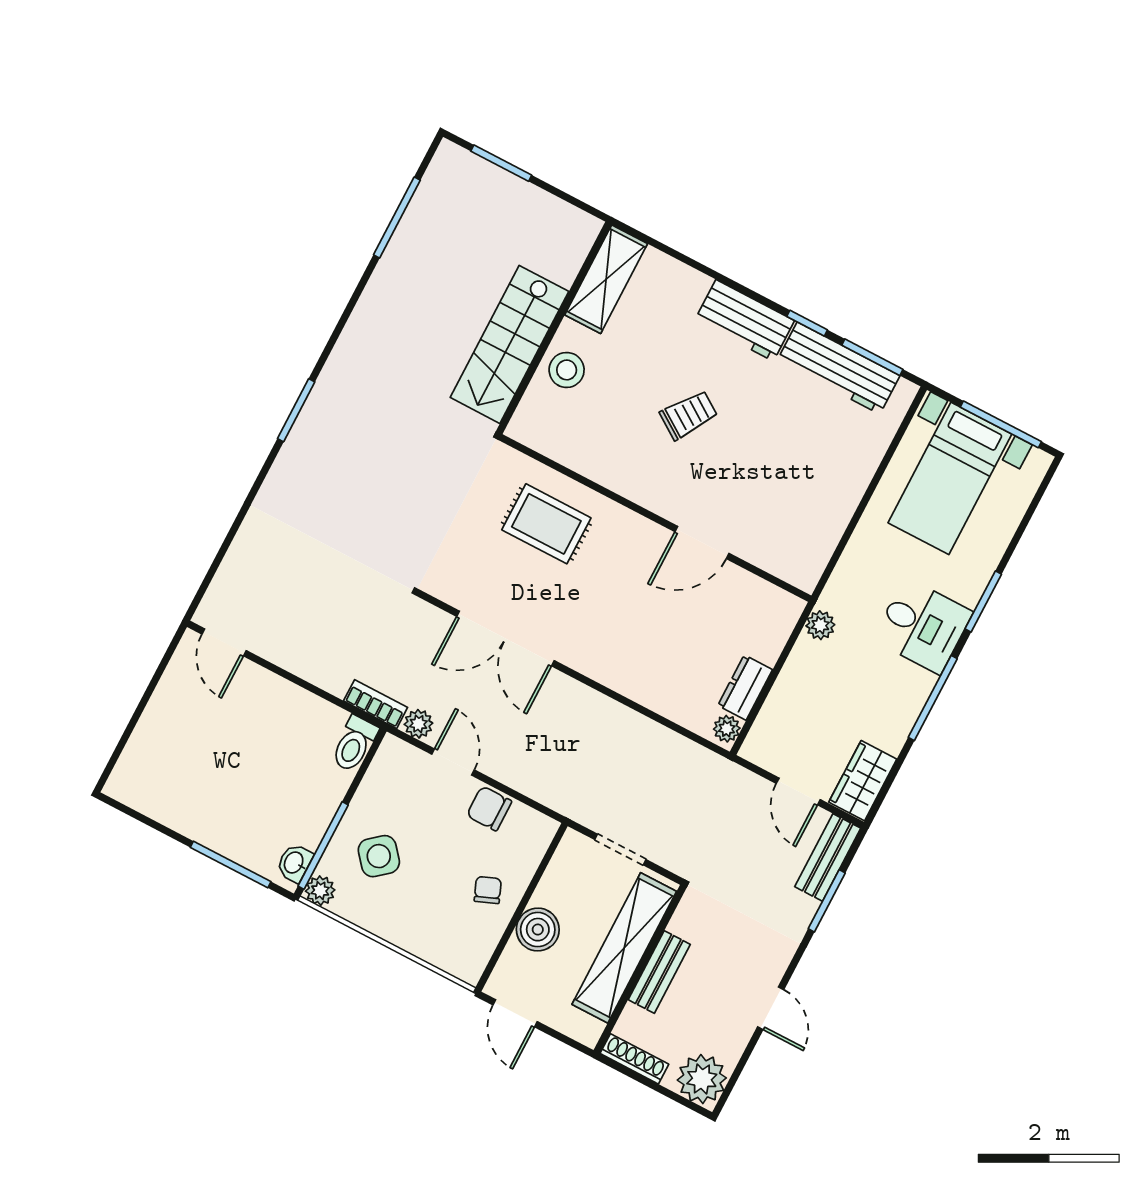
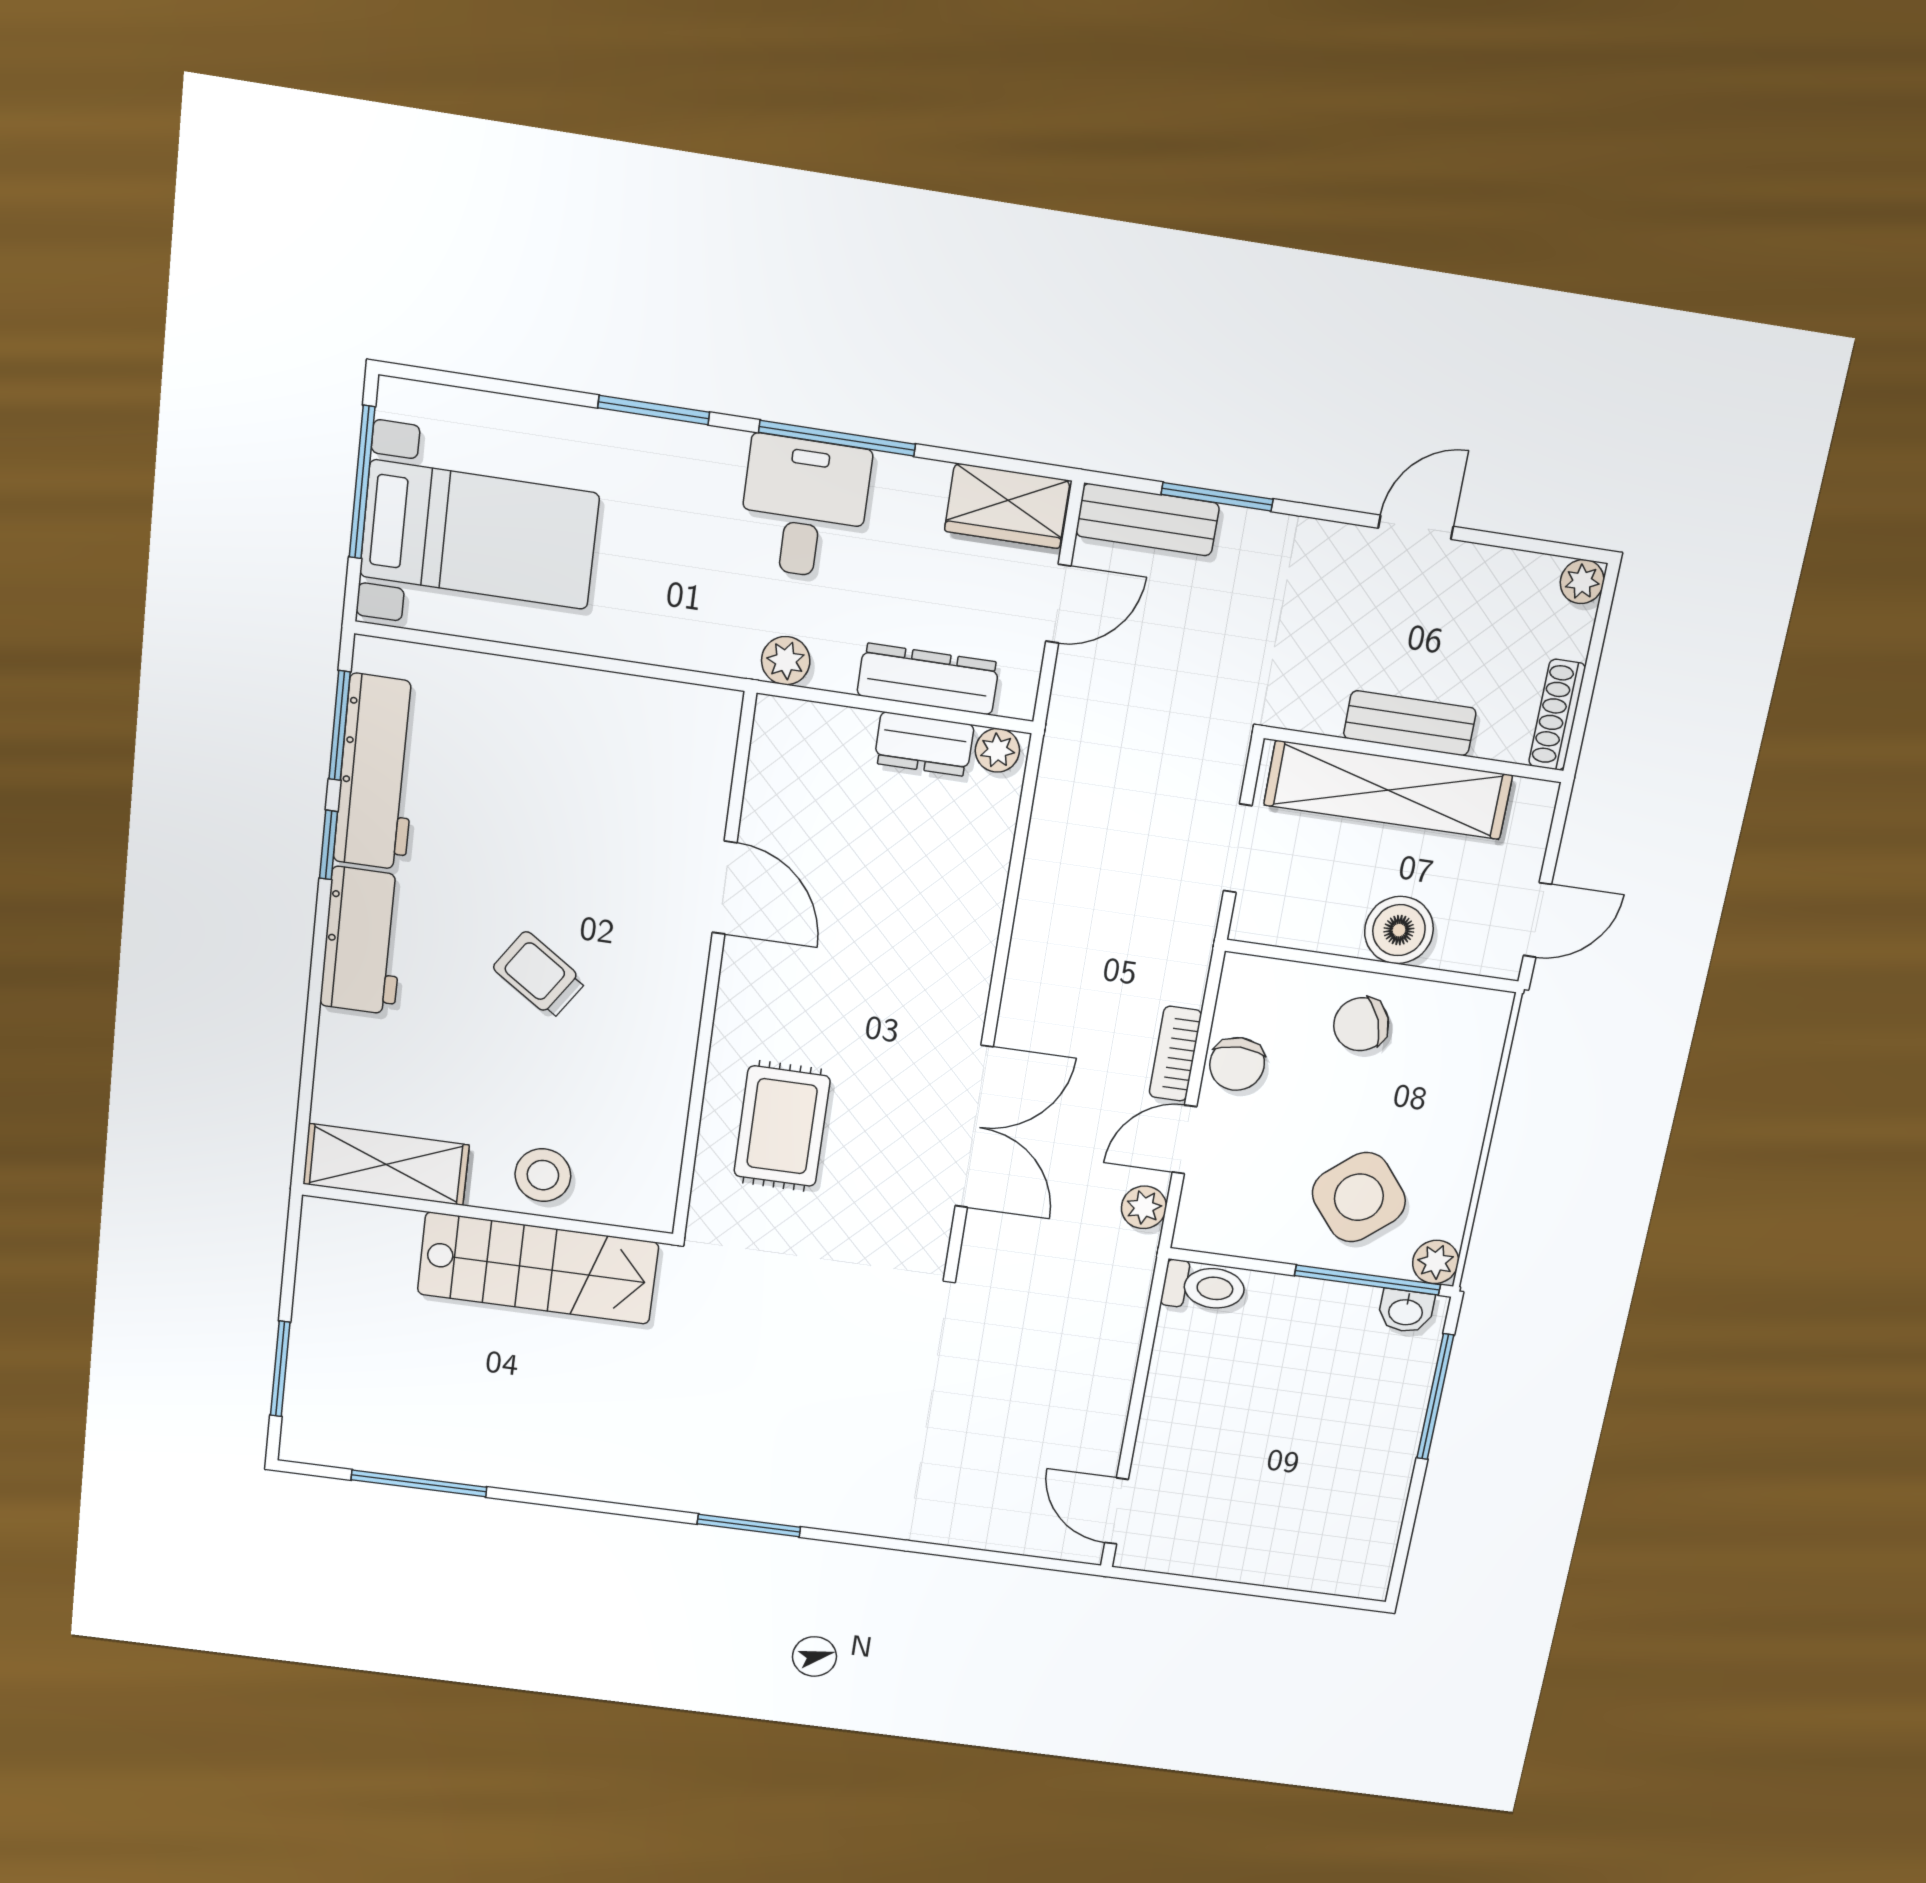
desk: (923, 626) -> (804, 508), moved
door: (224, 642) -> (1117, 1511), swing flipped
dresser: (782, 703) -> (928, 679), added
bookcase: (376, 704) -> (1175, 1054), moved
side table: (379, 856) -> (1359, 1197), width x1.37, depth x1.37
chair: (488, 890) -> (1361, 1024), width x1.37, depth x1.37
plant: (702, 1079) -> (1582, 582), width x0.53, depth x0.53

